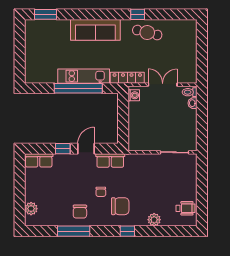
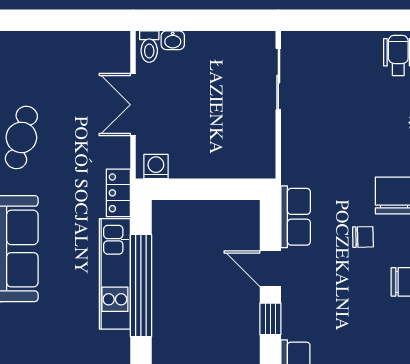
locker: (127, 78) -> (118, 193), width x0.66

